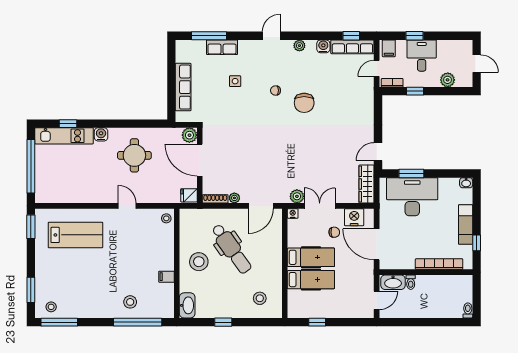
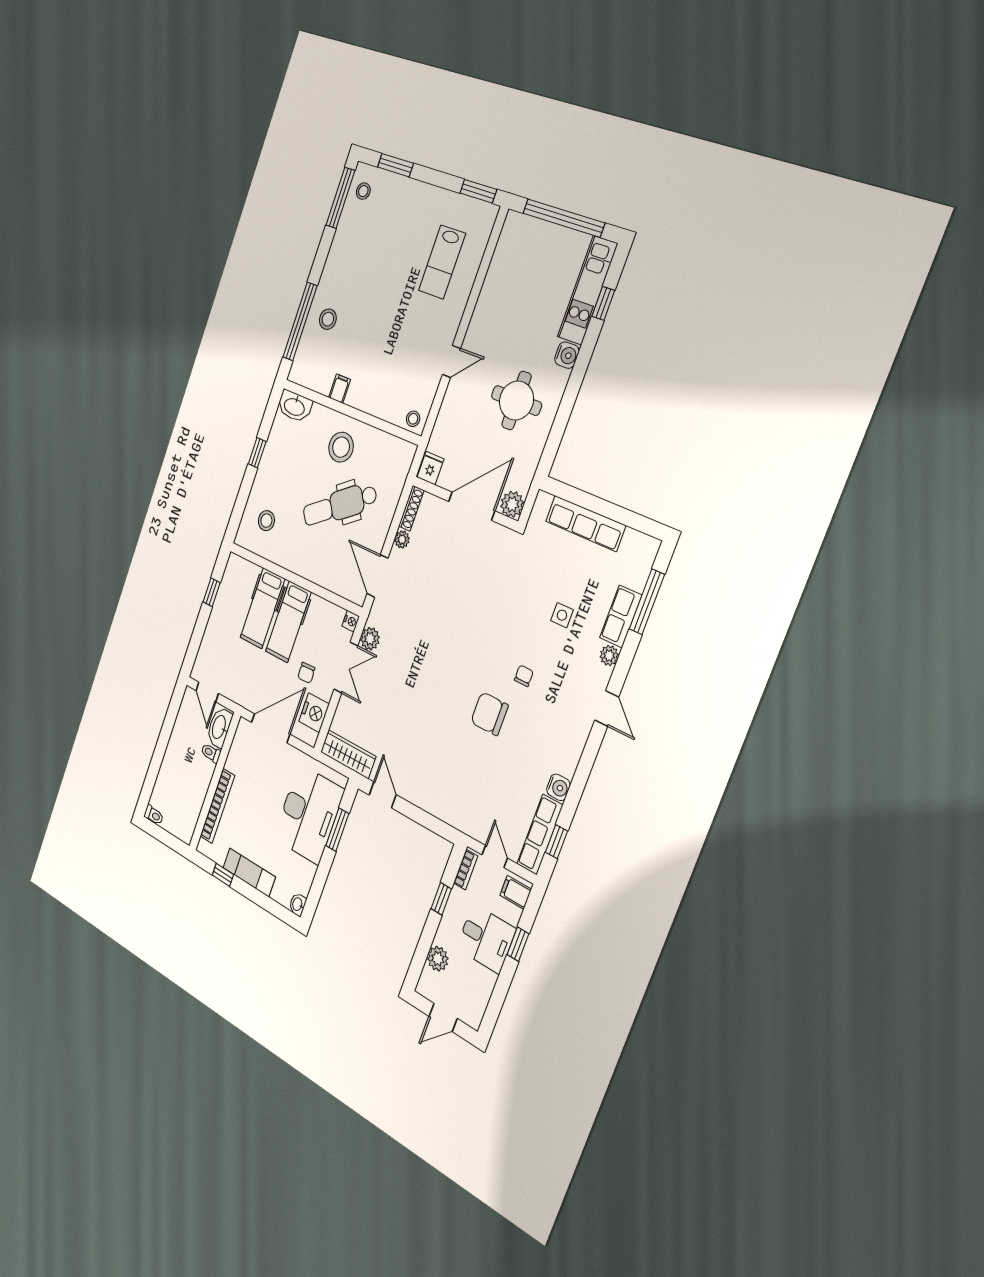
plant: (299, 46) -> (609, 656), moved
lab bench: (75, 235) -> (442, 262), width x0.73, depth x0.72

